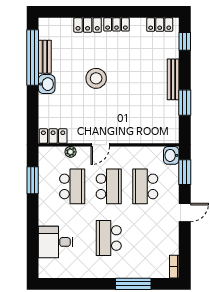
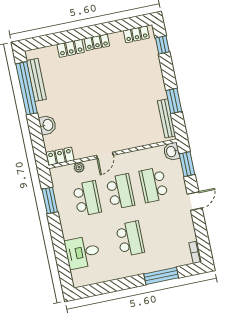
bench: (45, 57) -> (36, 80), width x1.36
stool: (96, 78) -> (88, 95), removed
bench: (173, 79) -> (166, 118), moved
washbasin: (47, 84) -> (47, 125), moved
school desk: (109, 238) -> (130, 239), turned 180

